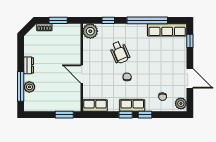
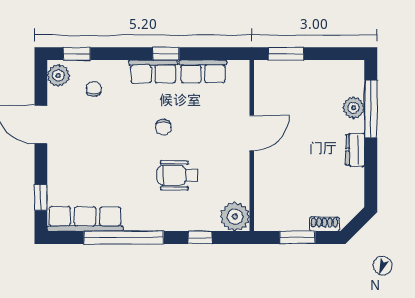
wheelchair: (120, 52) -> (178, 175), turned -67
door: (82, 74) -> (252, 133), hinge flipped
row of seats: (95, 106) -> (203, 71), moved
window: (145, 115) -> (77, 54), moved

